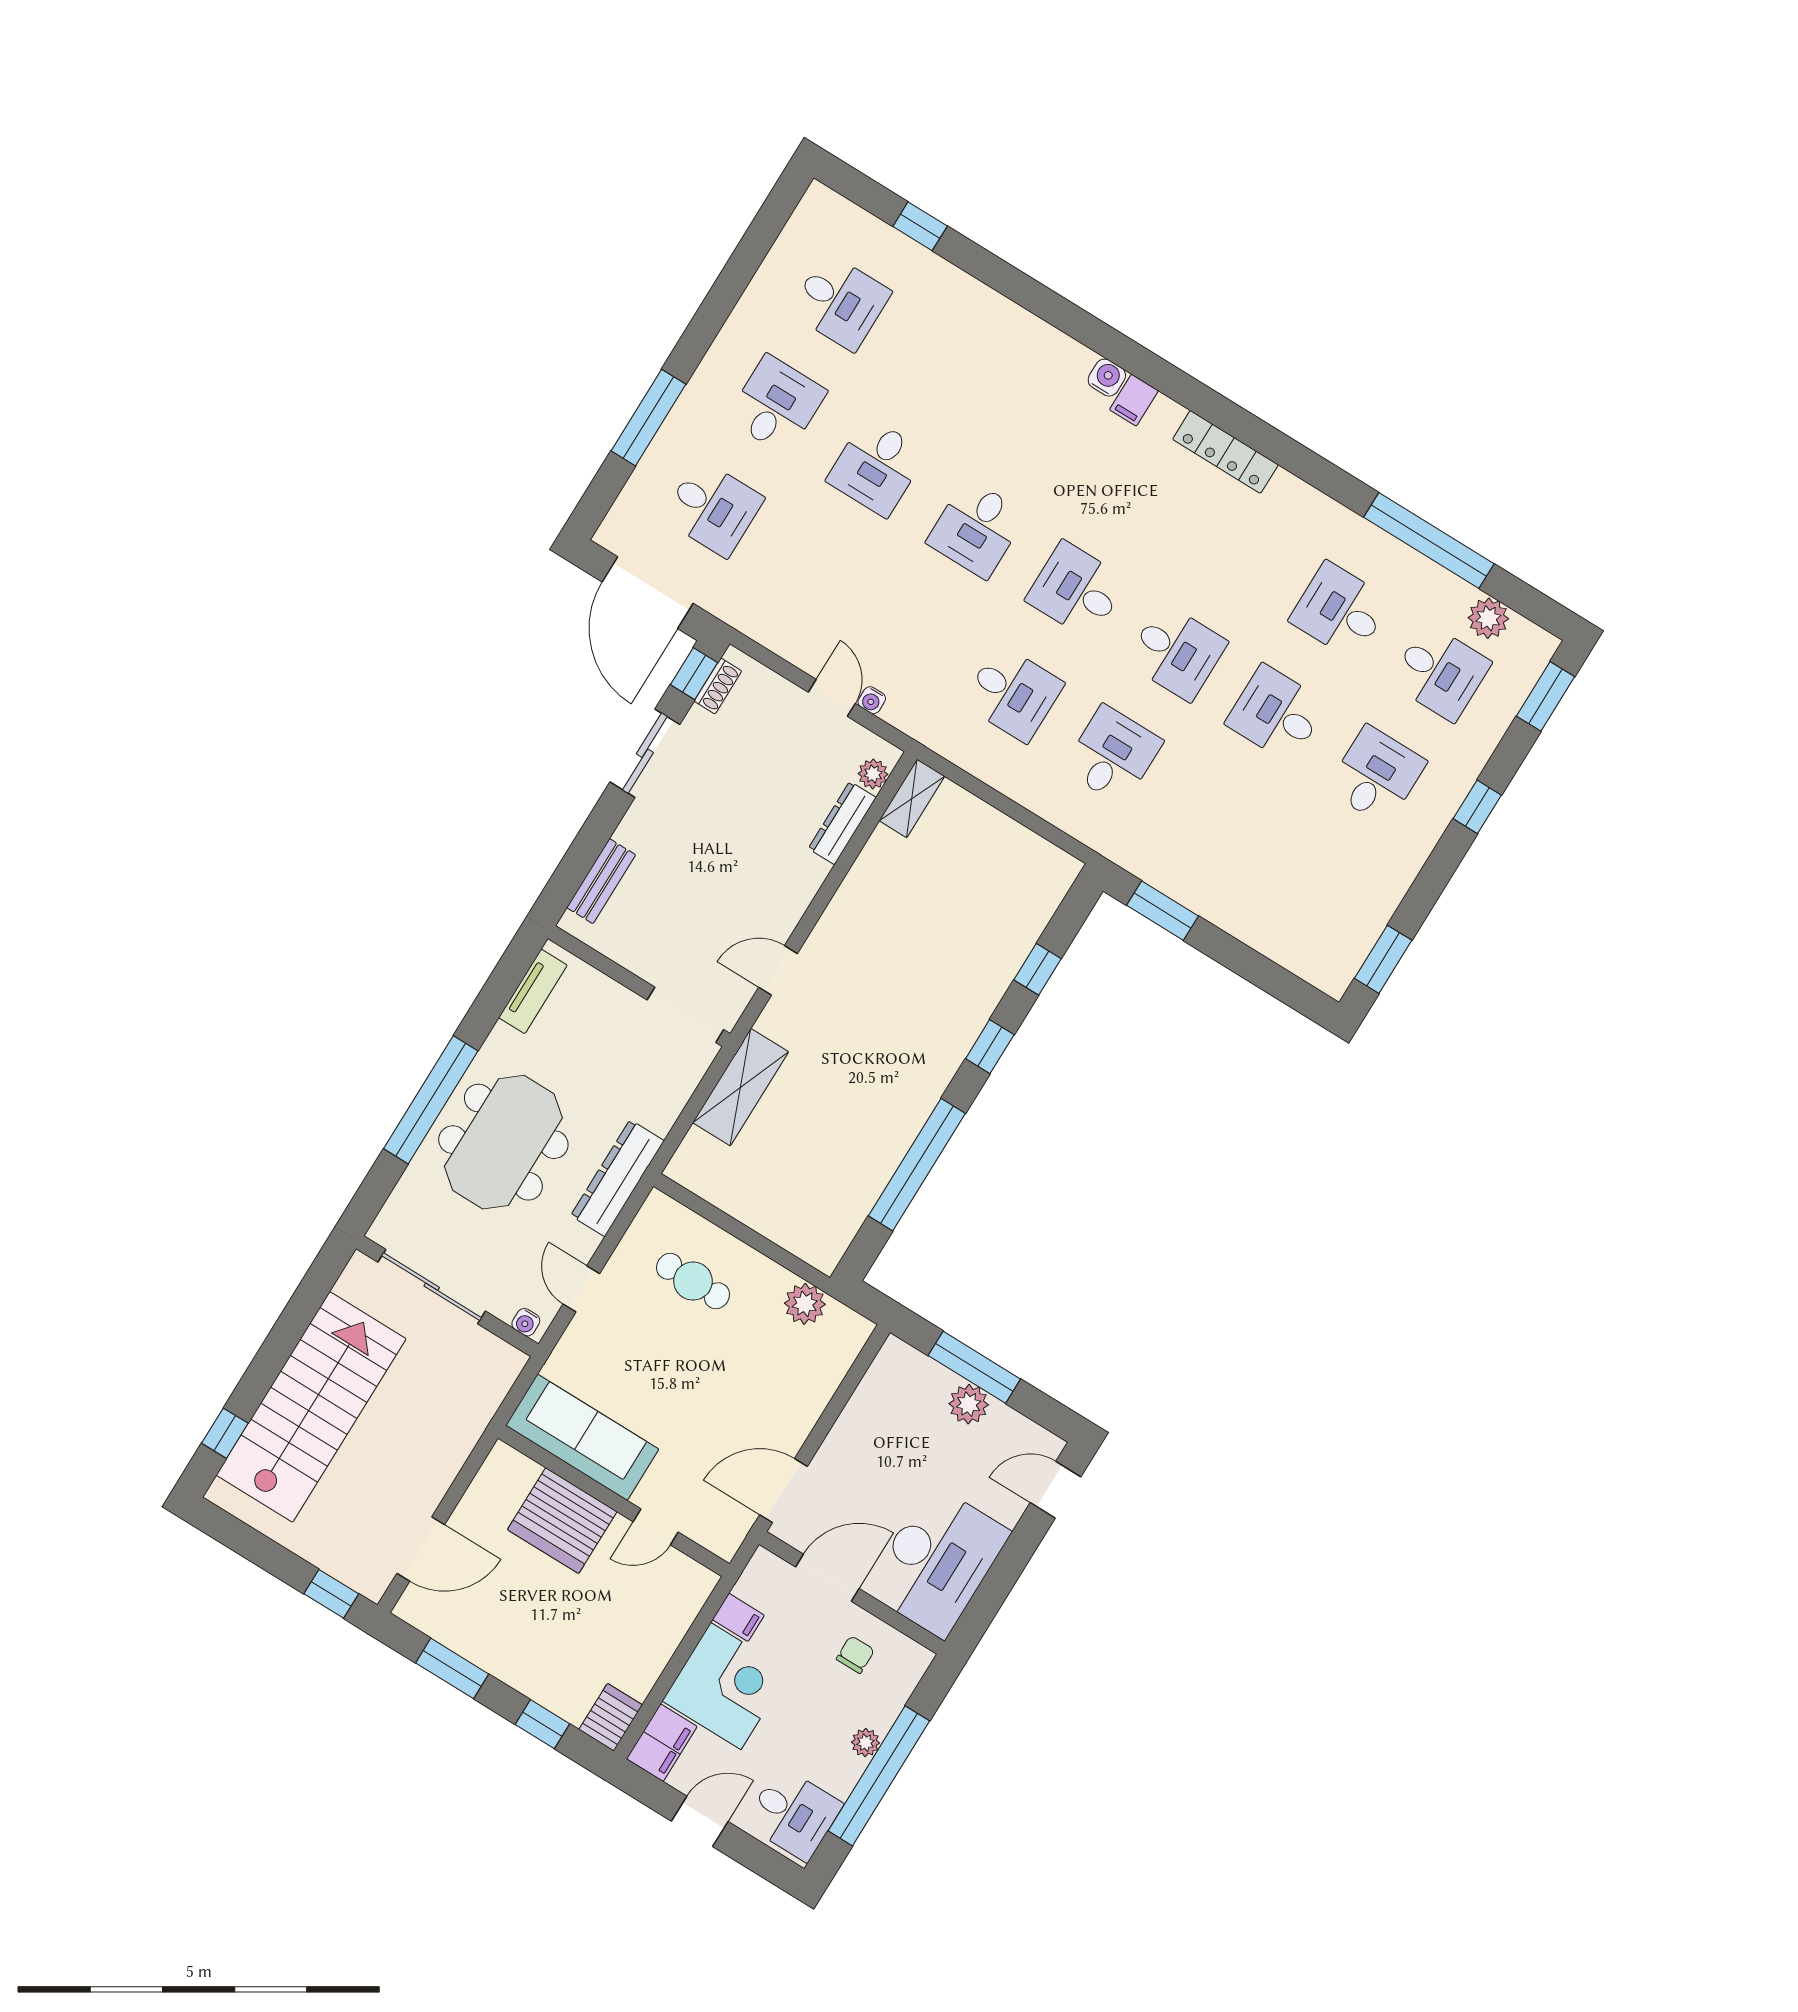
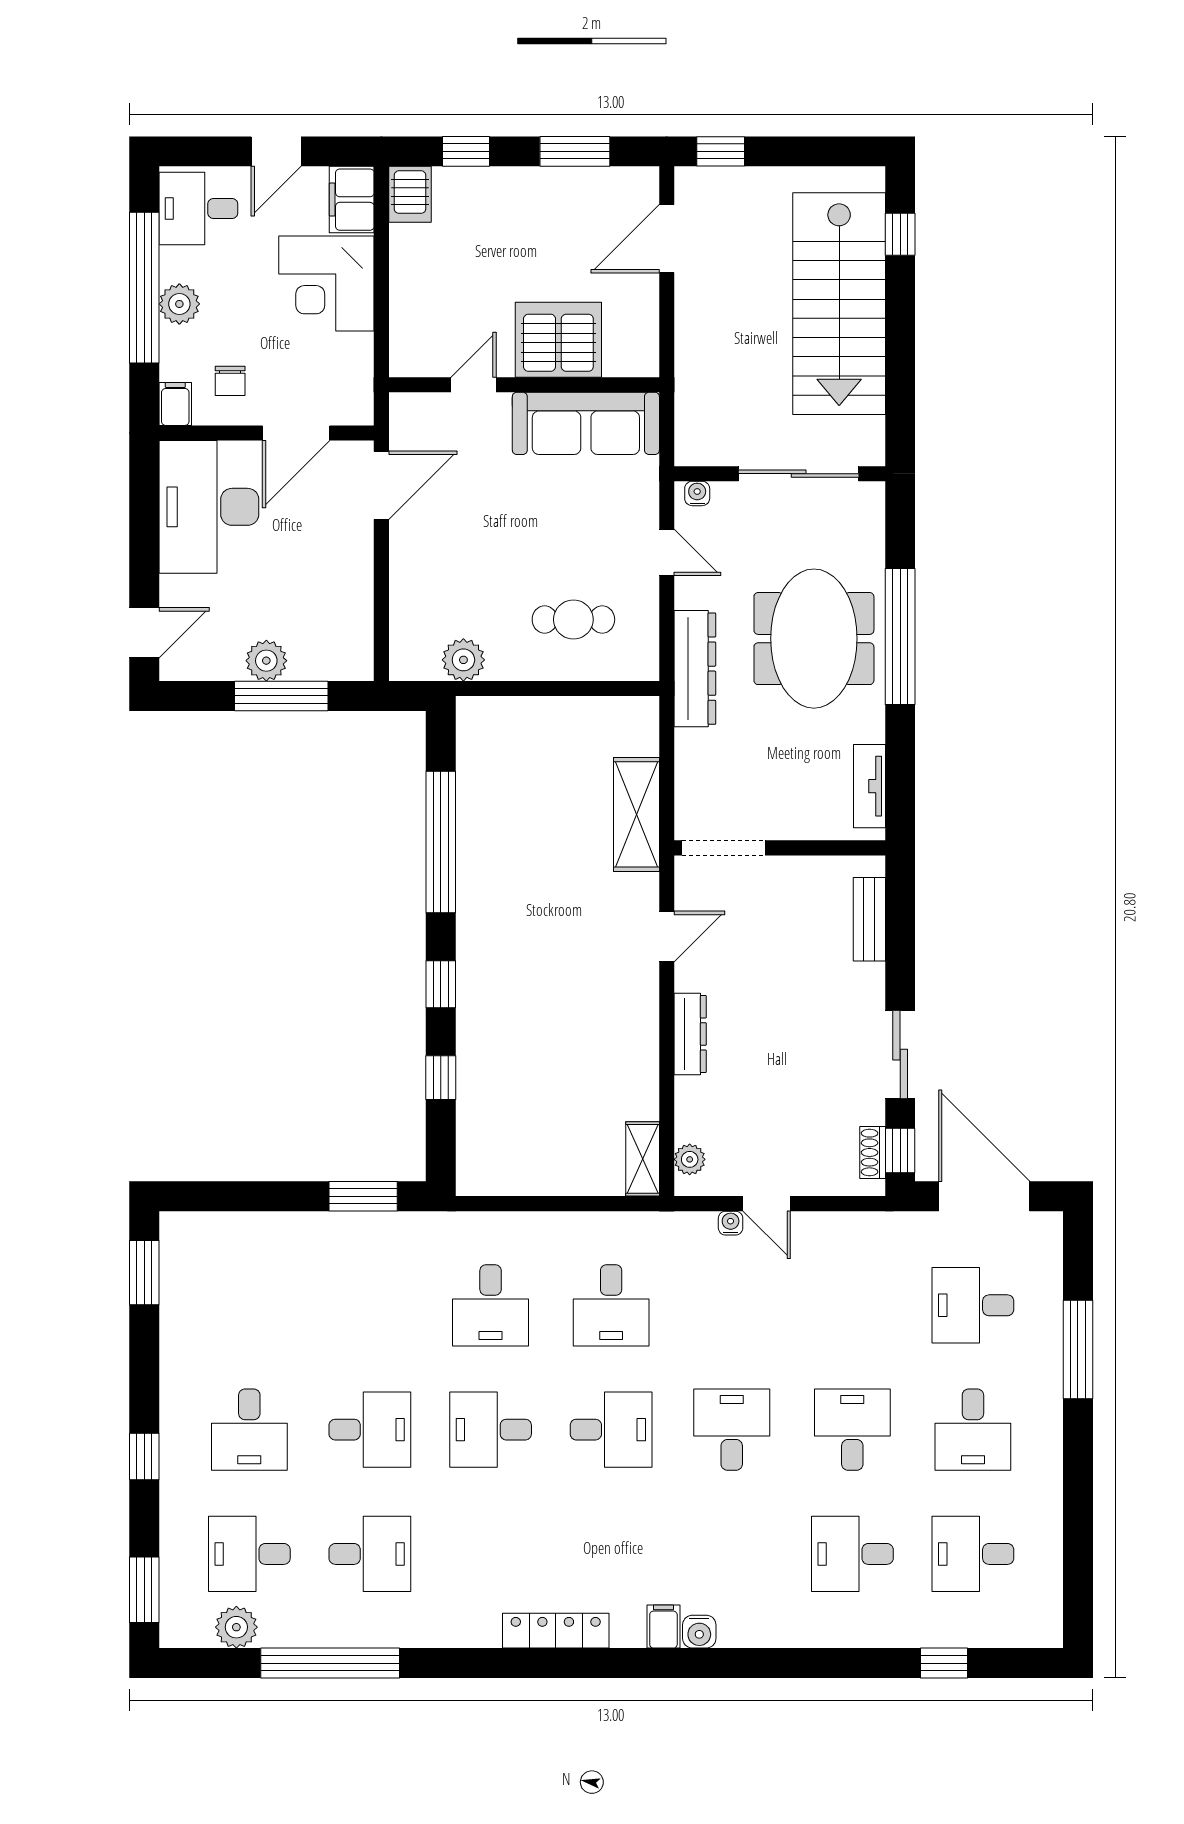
desk: (940, 364) -> (852, 1554), added
desk: (1013, 693) -> (611, 1305), turned -90
dresser: (842, 823) -> (690, 1034), moved
filing cabinet: (738, 1617) -> (175, 404), moved, turned 90
plant: (866, 1743) -> (179, 304), width x1.38, depth x1.38

